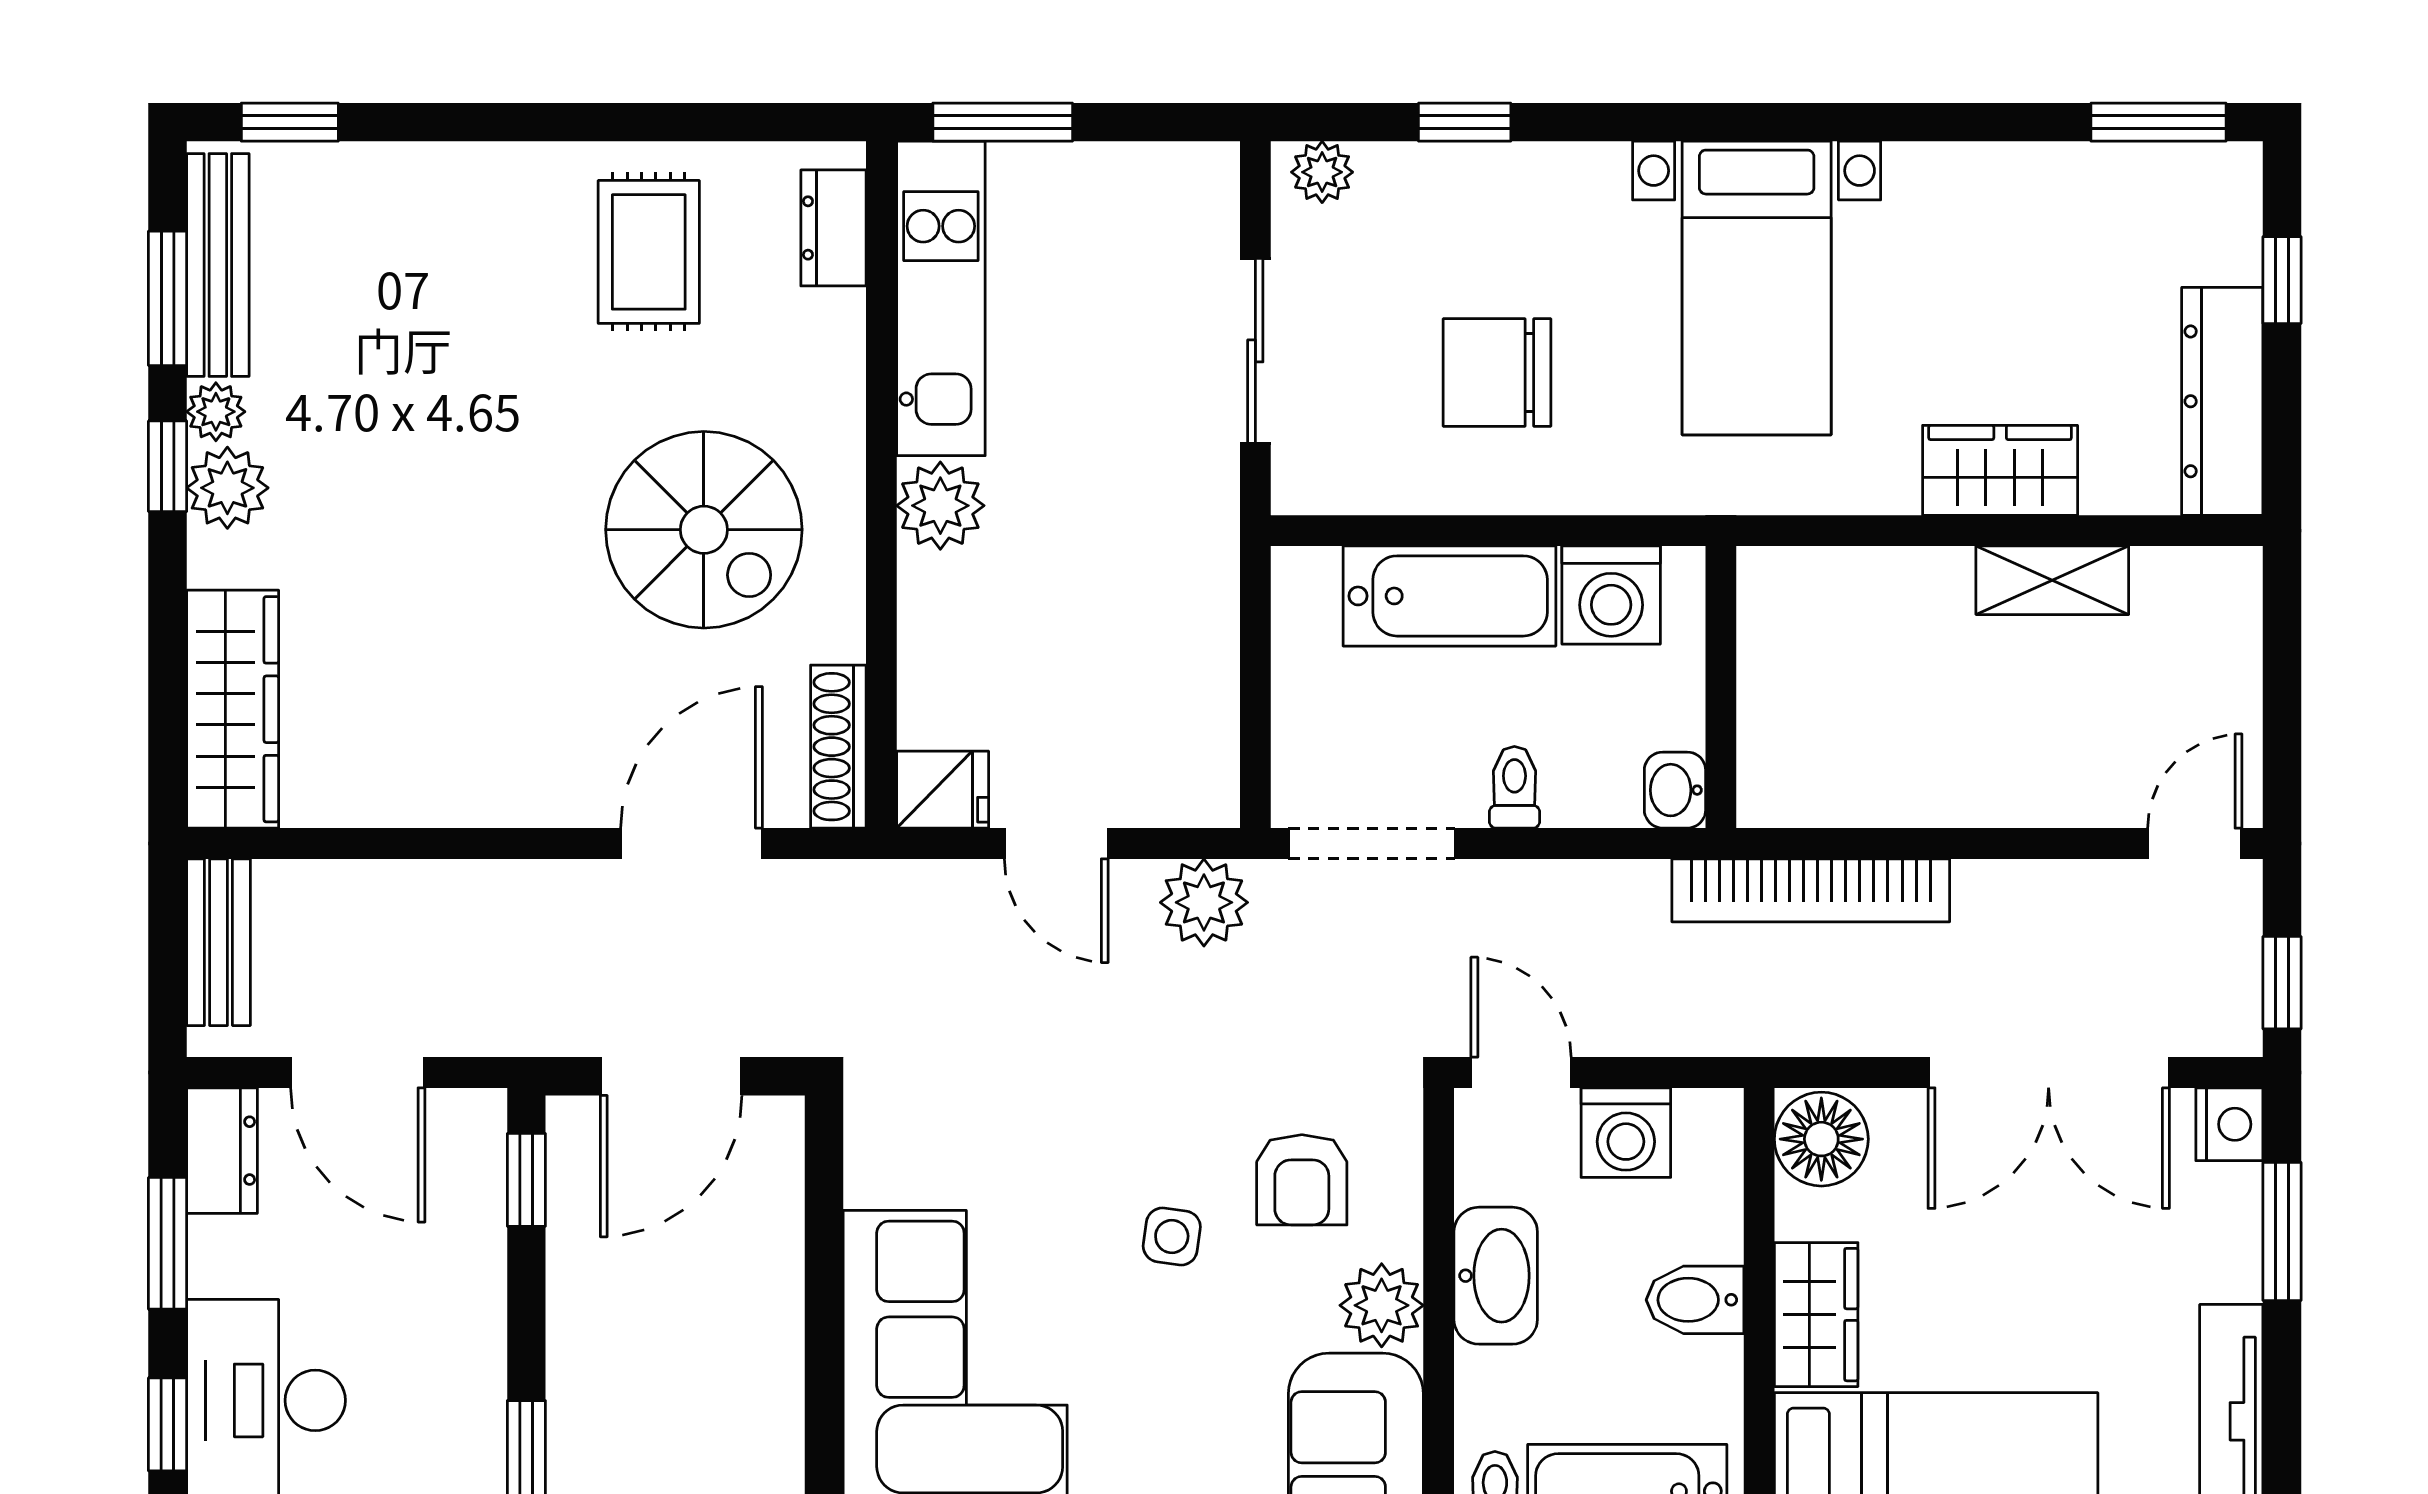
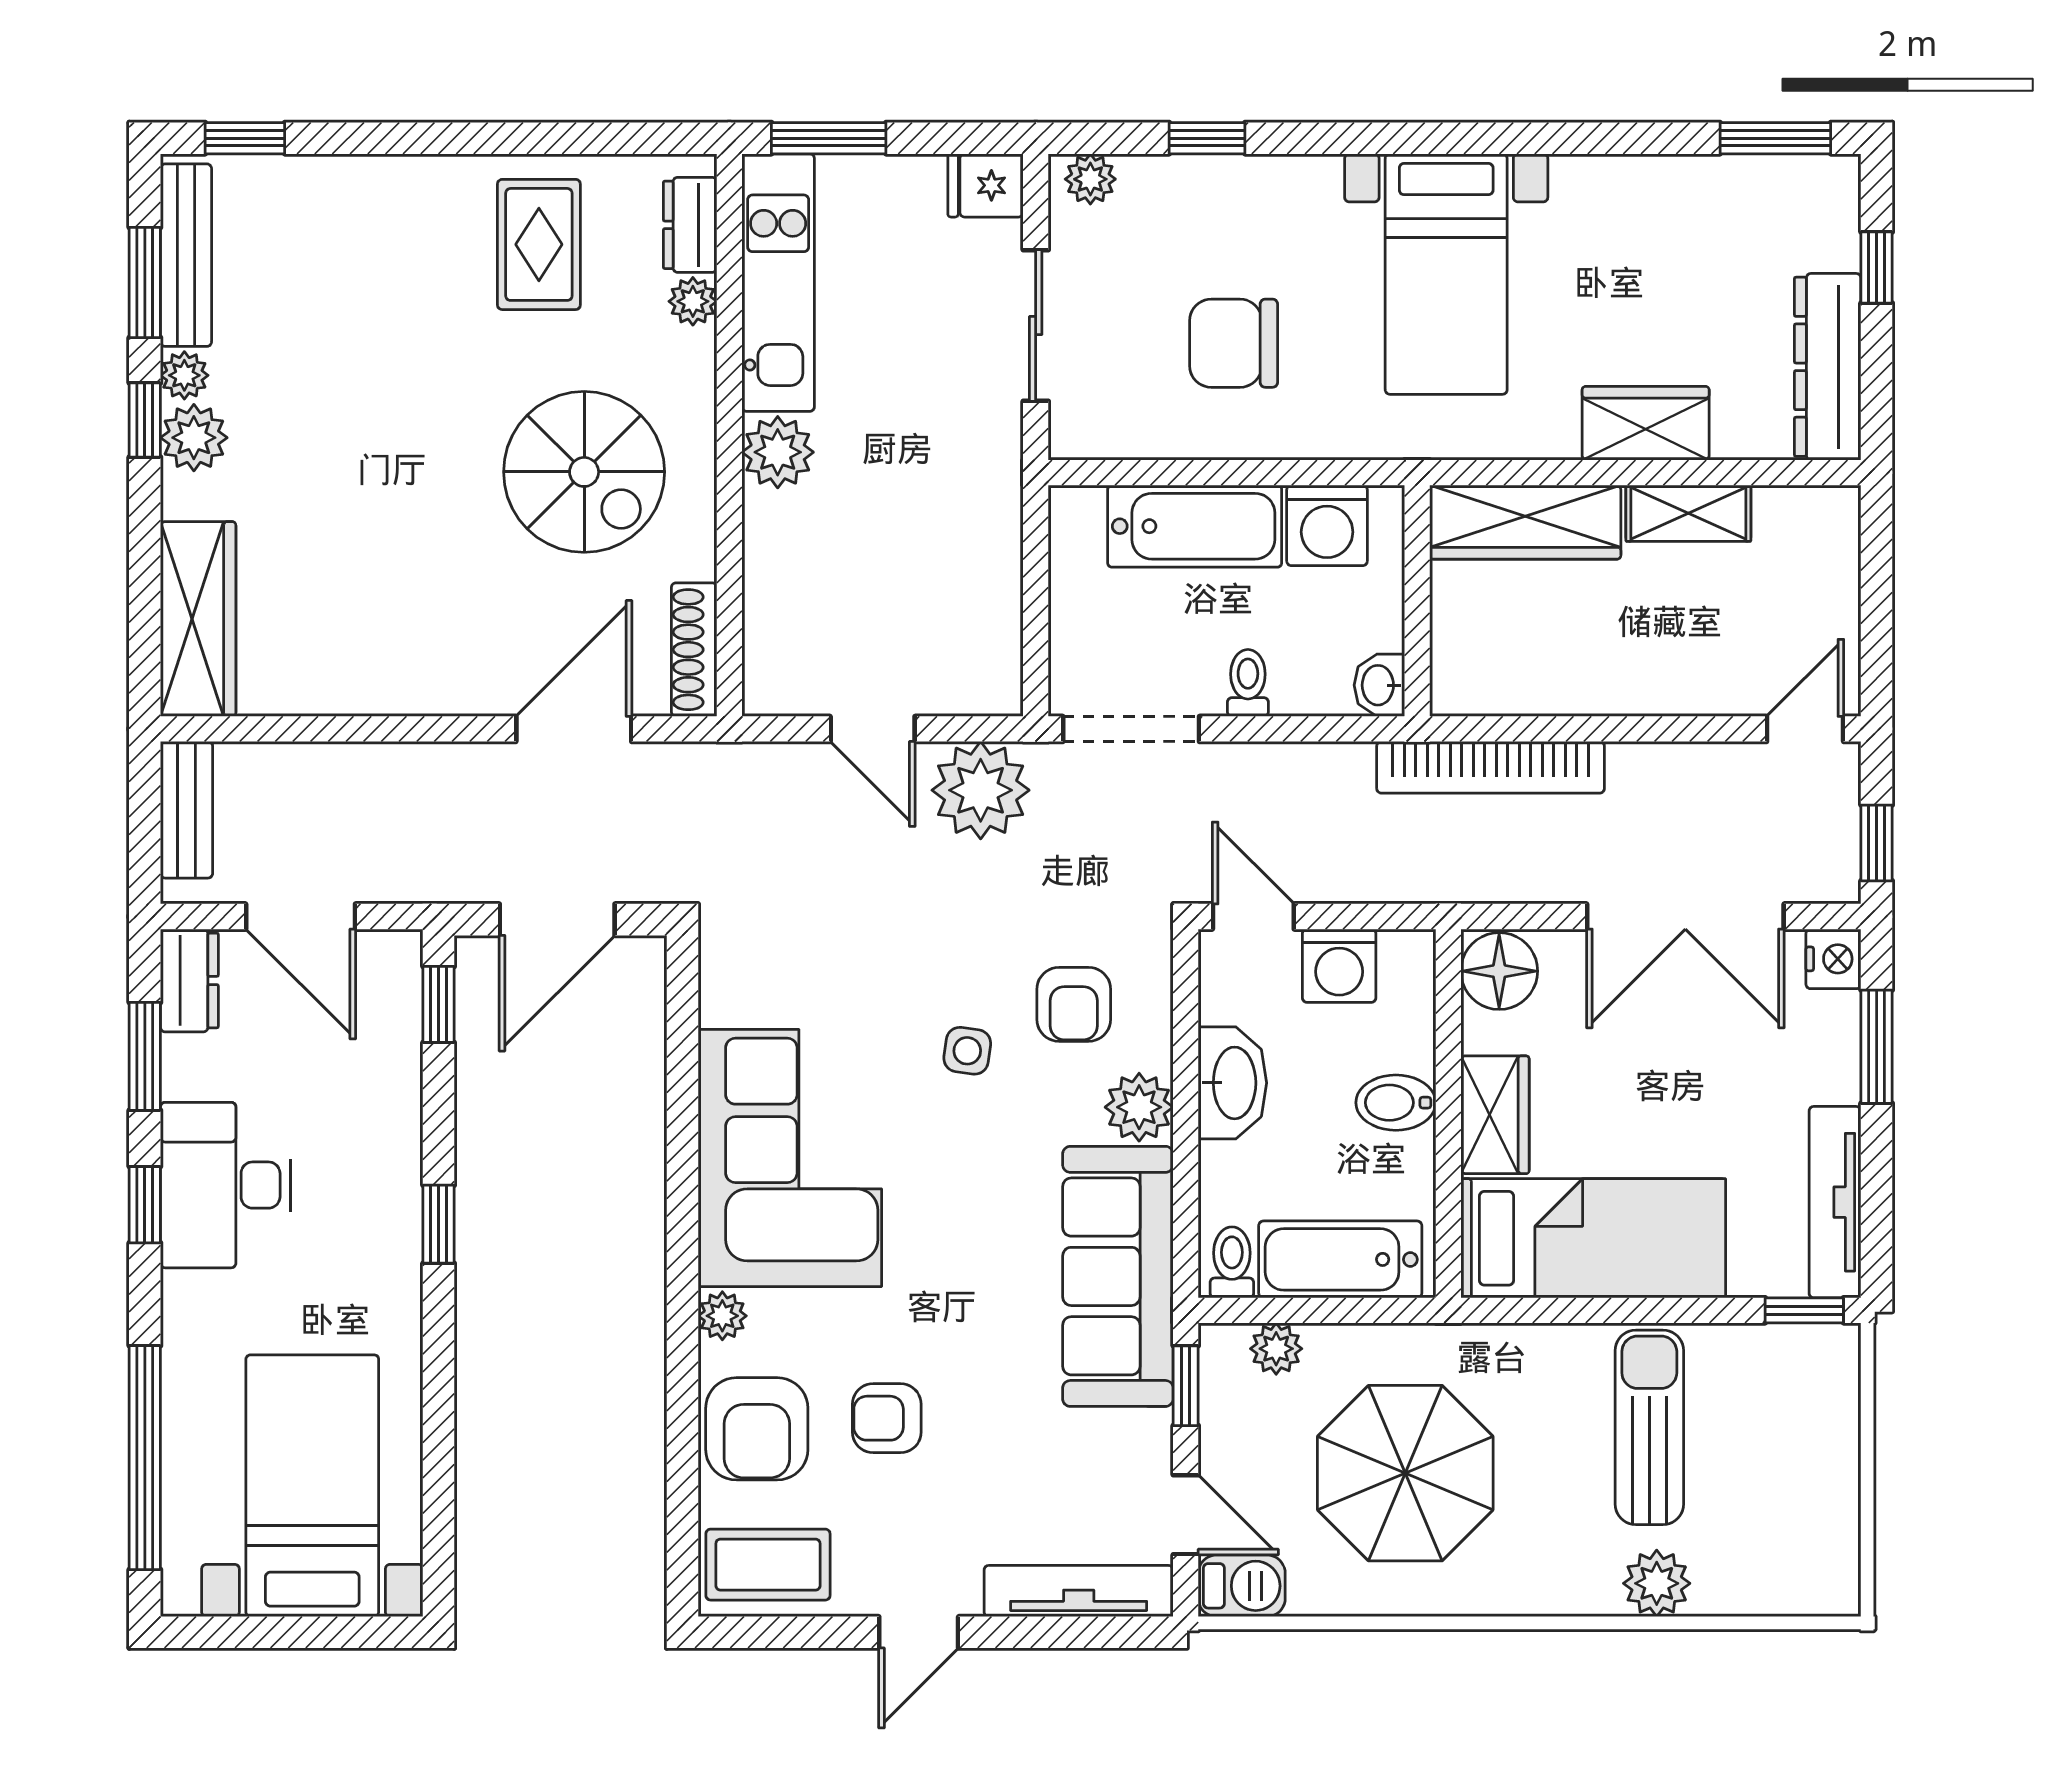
plant: (837, 321) -> (693, 301), added
wardrobe: (1853, 591) -> (1525, 522), added
fridge: (943, 790) -> (985, 185), moved, turned 180
plant: (1204, 902) -> (981, 790), width x1.36, depth x1.36

